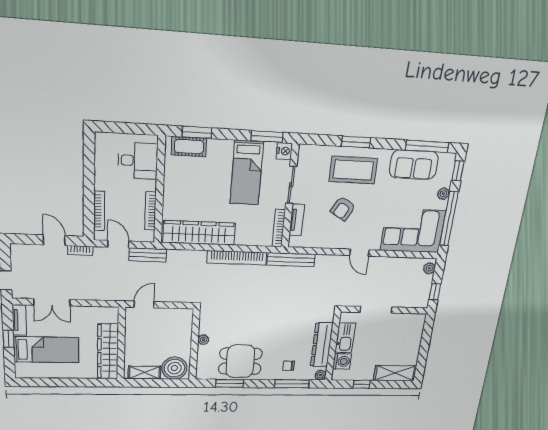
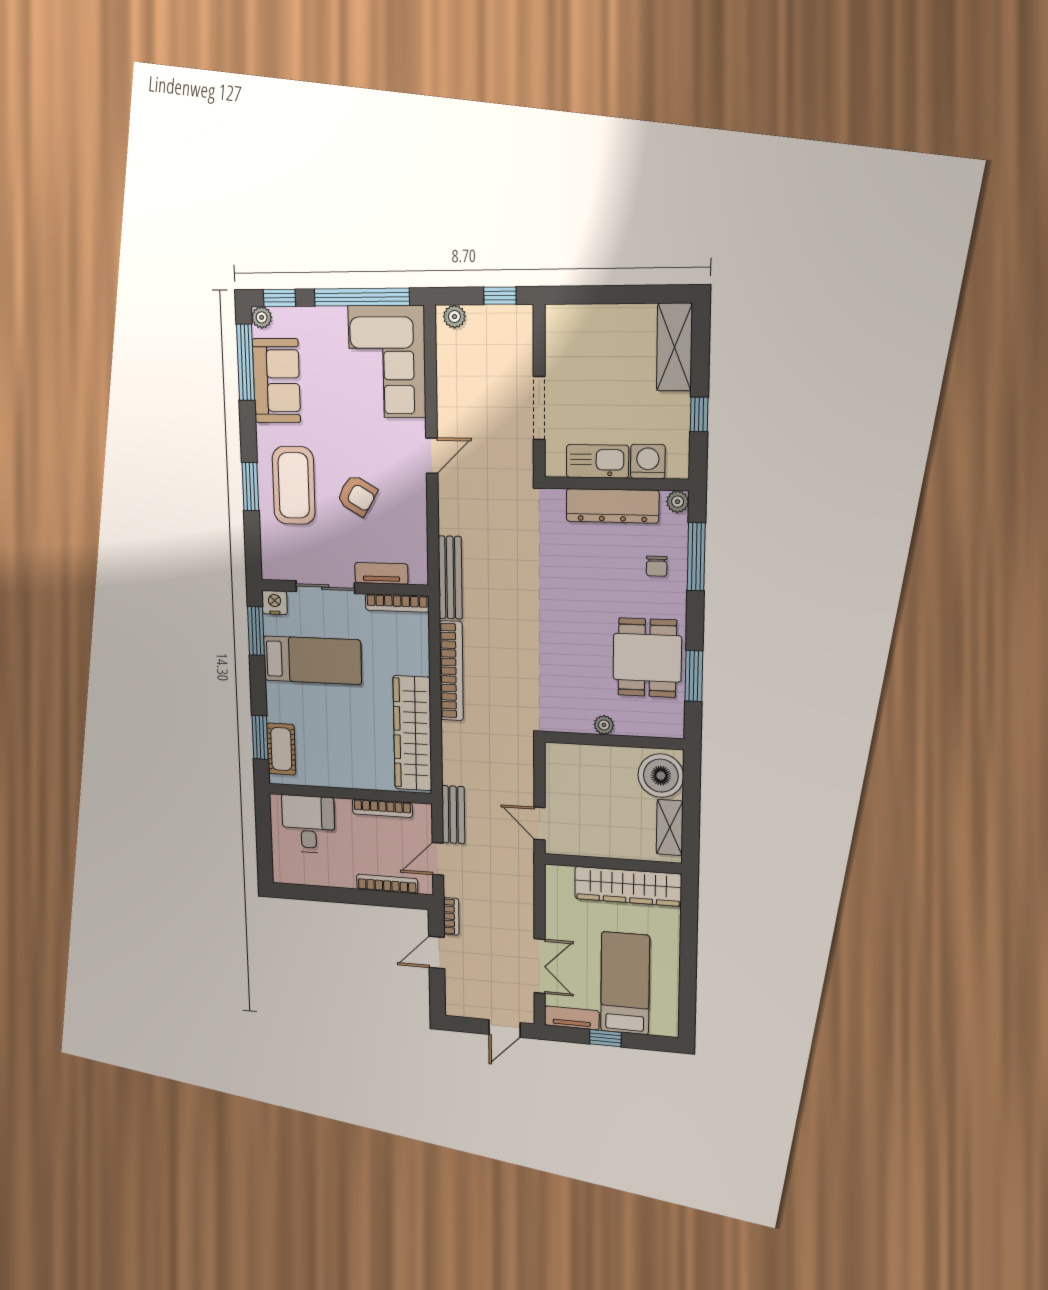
plant: (443, 194) -> (262, 317), moved

